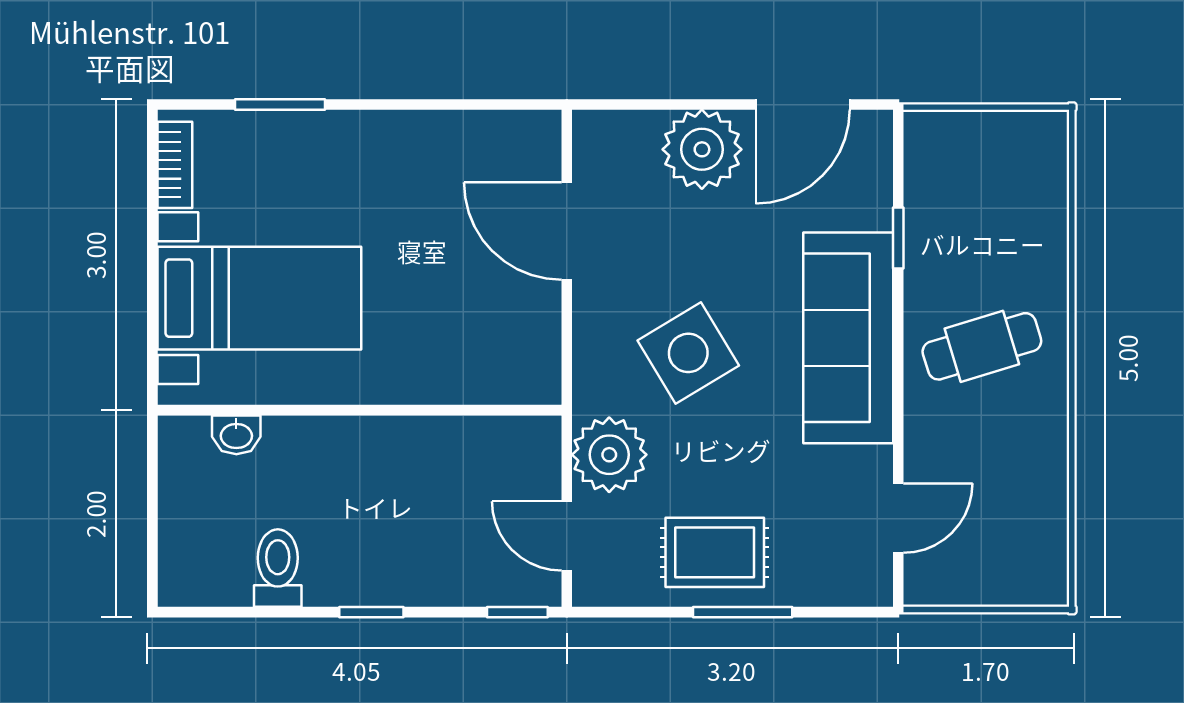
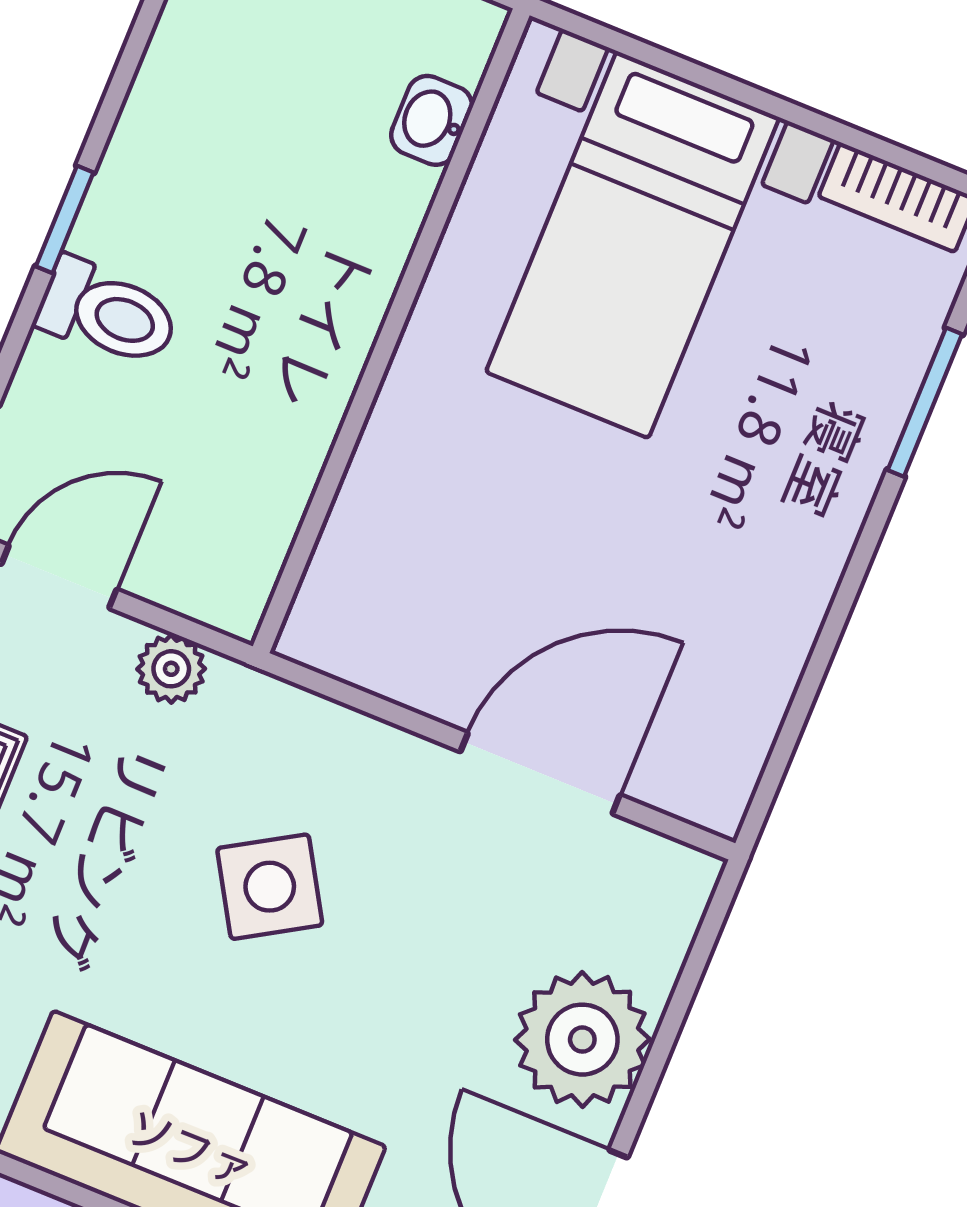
side table: (688, 353) -> (270, 887), width x0.73, depth x0.73
plant: (609, 455) -> (171, 669), width x0.53, depth x0.53
toilet: (278, 568) -> (108, 313), moved

